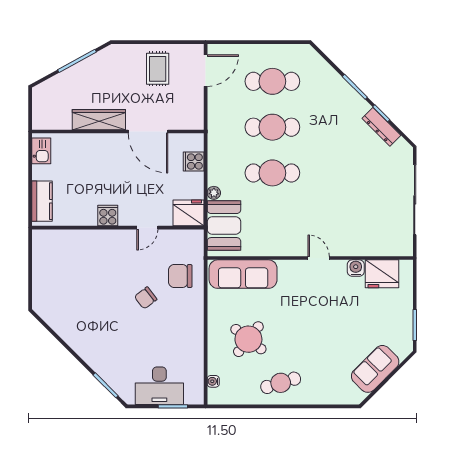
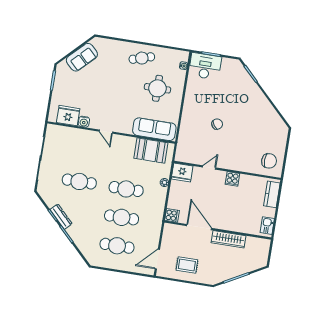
rug: (158, 69) -> (187, 265), turned 90
dresser: (381, 127) -> (61, 217), moved
cooker: (194, 161) -> (172, 215), moved
cafe table: (348, 173) -> (79, 181), added
booth: (224, 226) -> (151, 151), moved, turned 90
chair: (180, 276) -> (269, 161), moved
round table: (248, 339) -> (157, 88), turned -38
desk: (159, 386) -> (205, 66), moved

